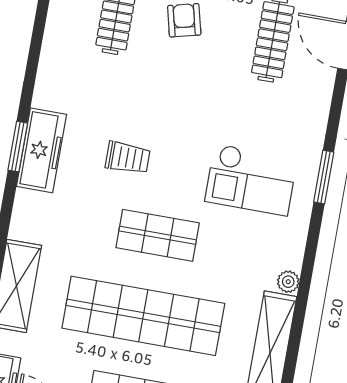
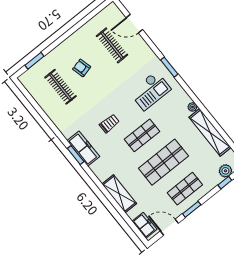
shop shelf: (143, 316) -> (163, 162), width x0.71

